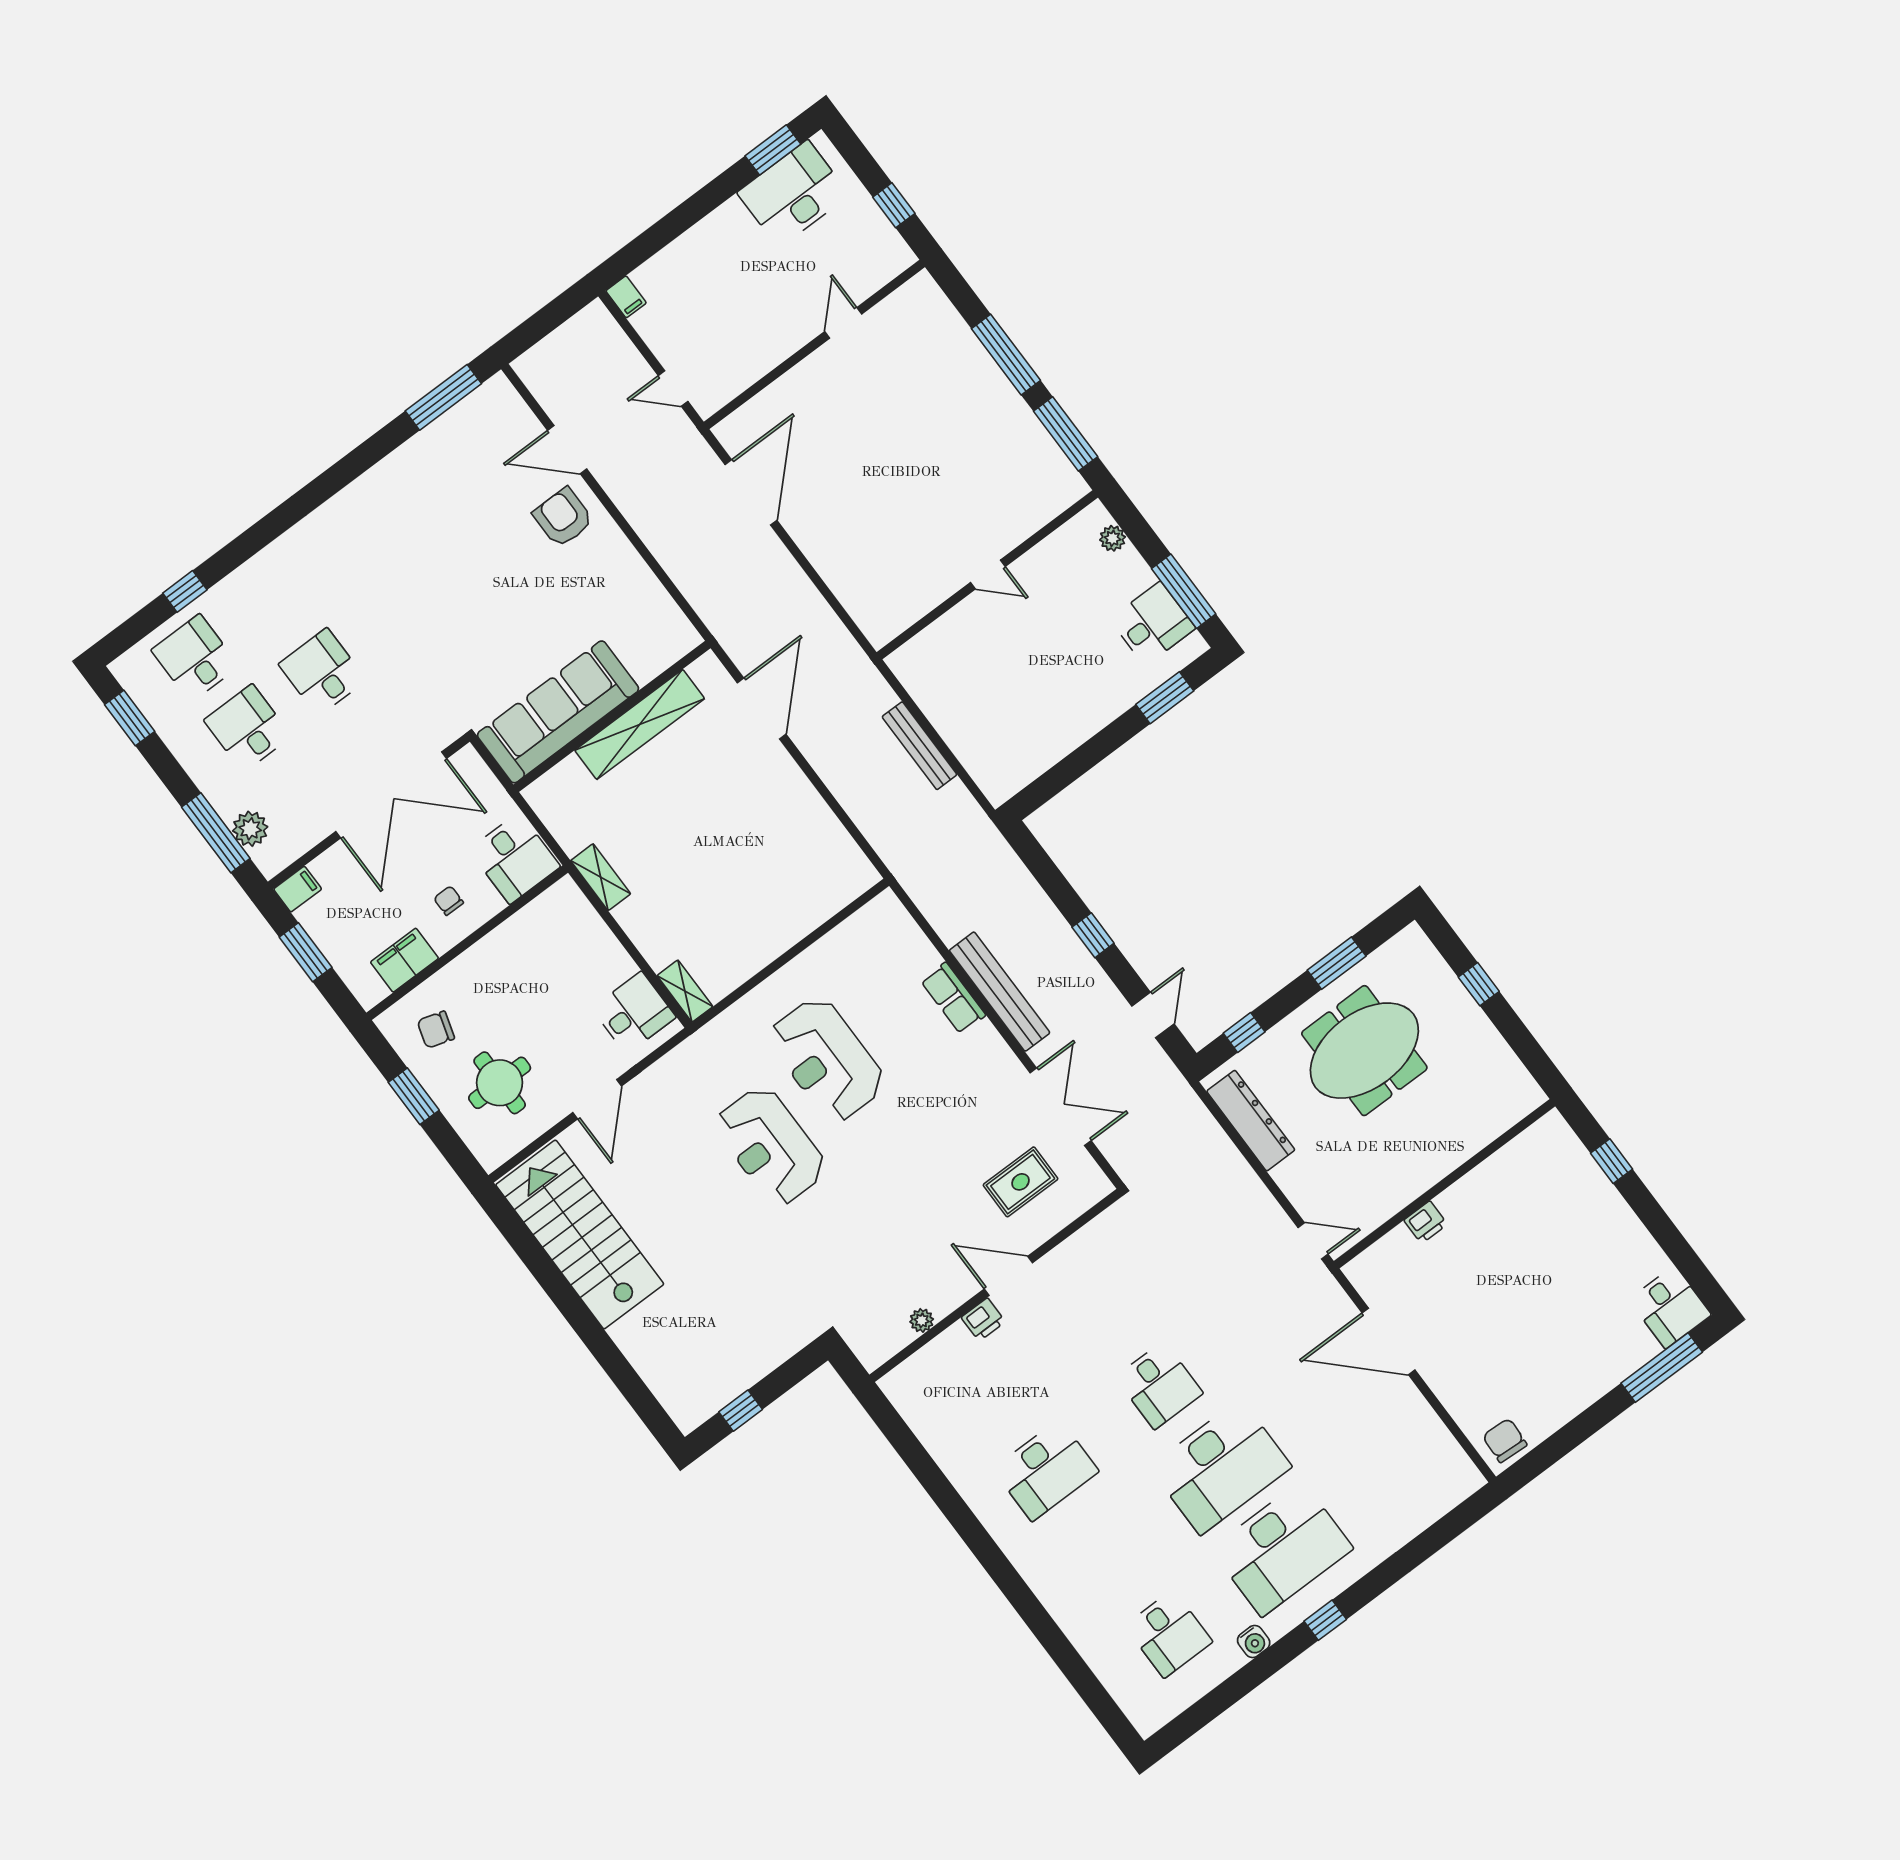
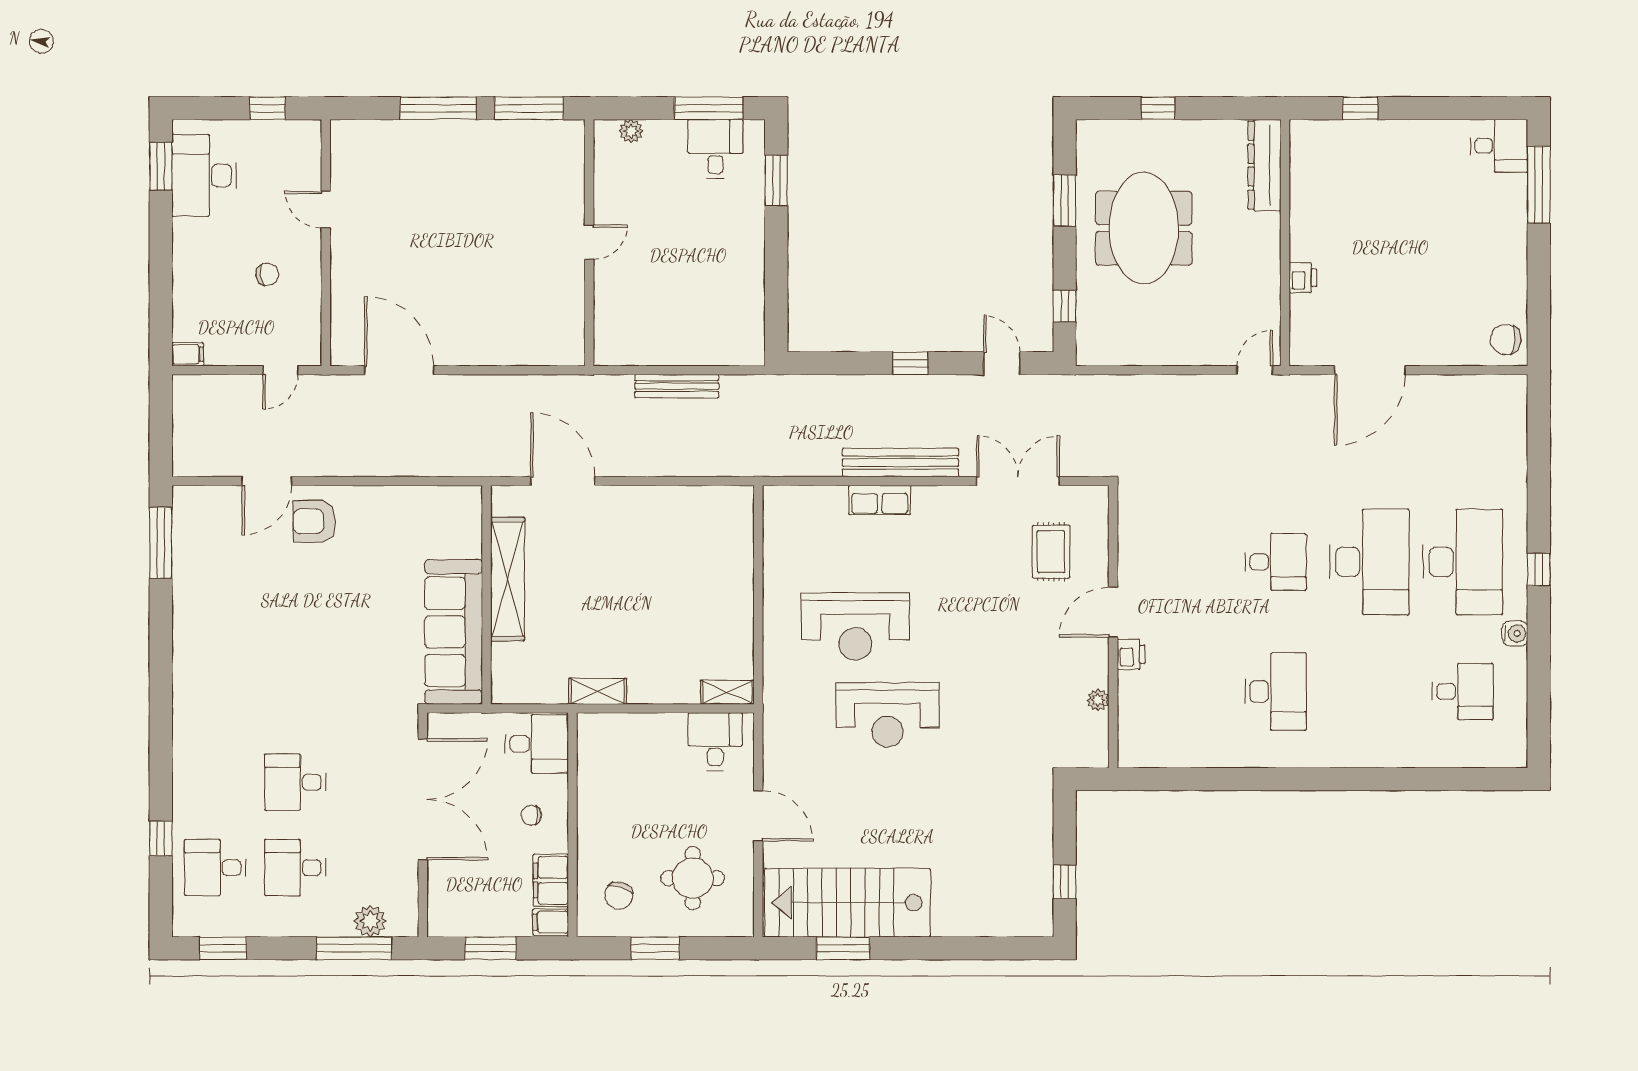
chair: (748, 314) -> (267, 274), added
filing cabinet: (298, 889) -> (551, 922), moved, turned -90
dresser: (1251, 1121) -> (1264, 165), moved, turned -90
window: (537, 1260) -> (843, 948), added

